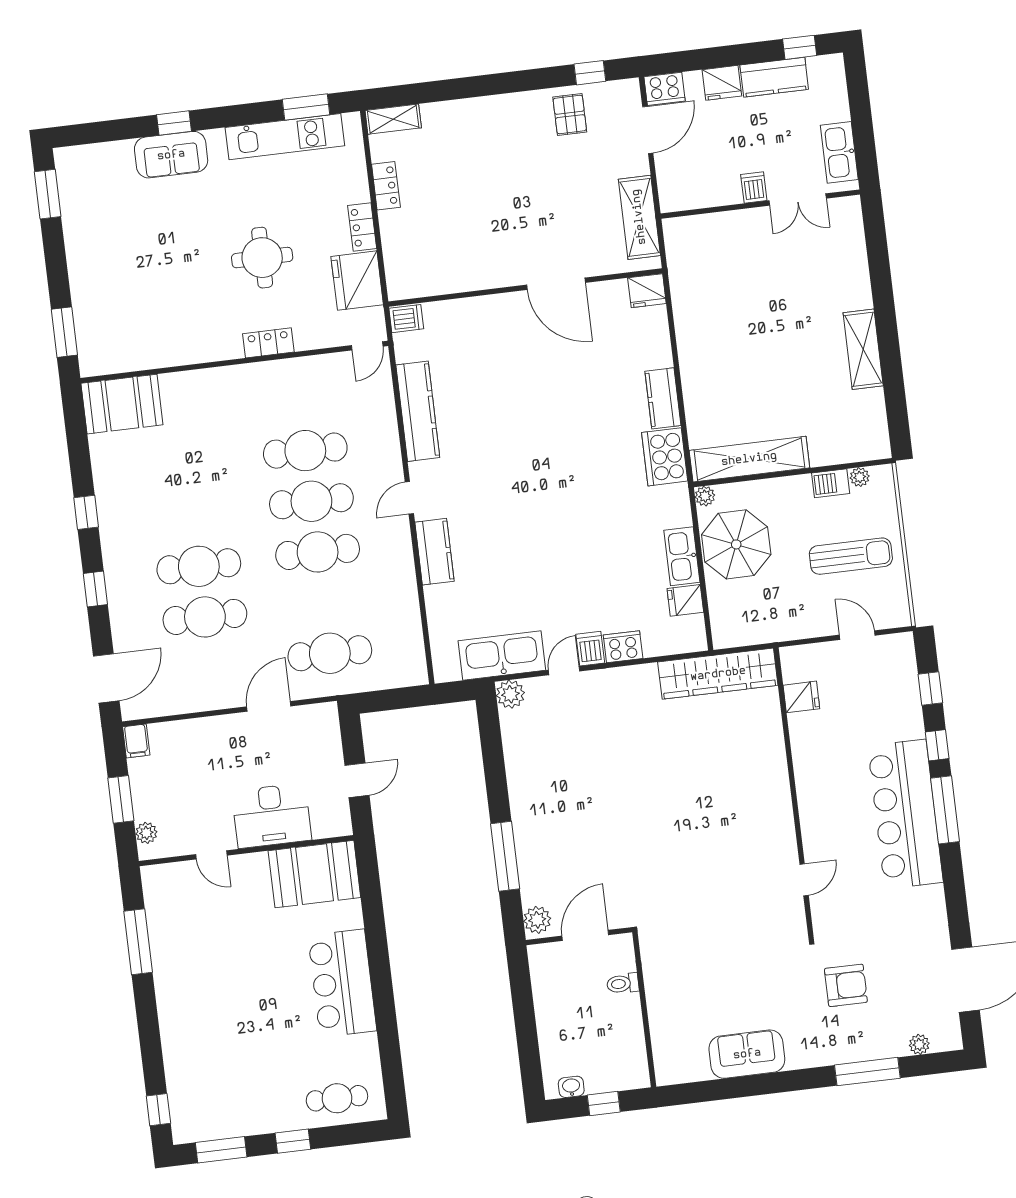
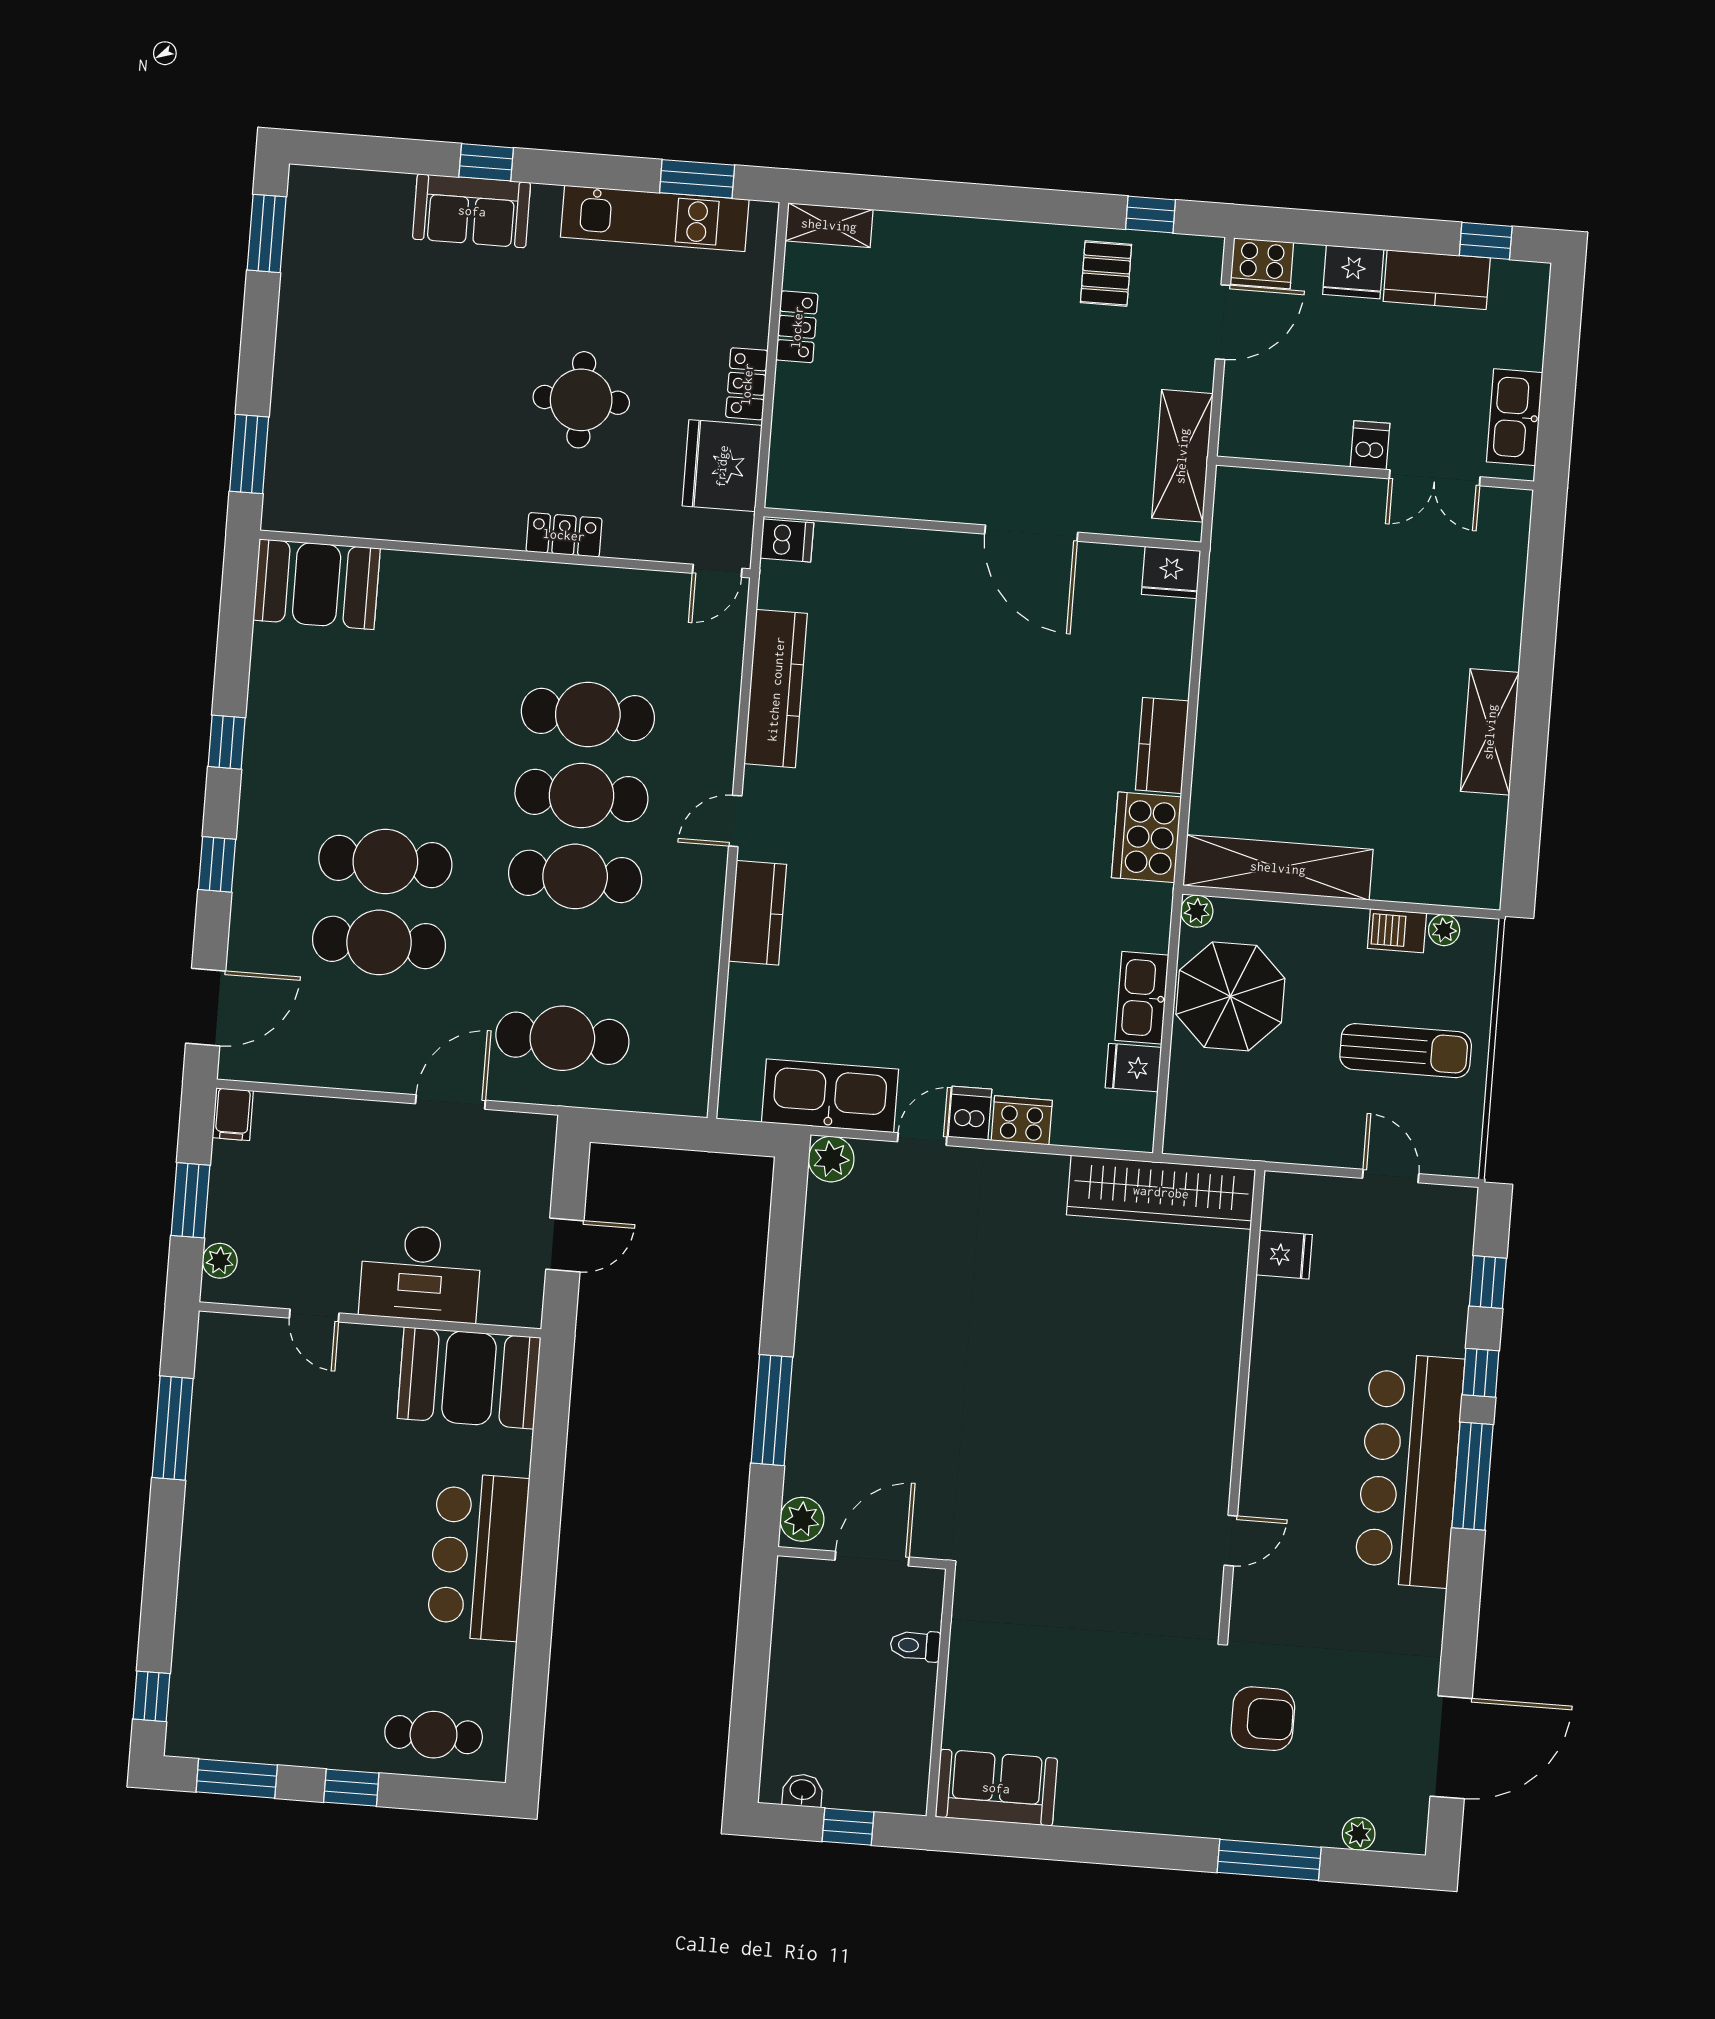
sofa: (747, 1054) -> (996, 1788), moved

